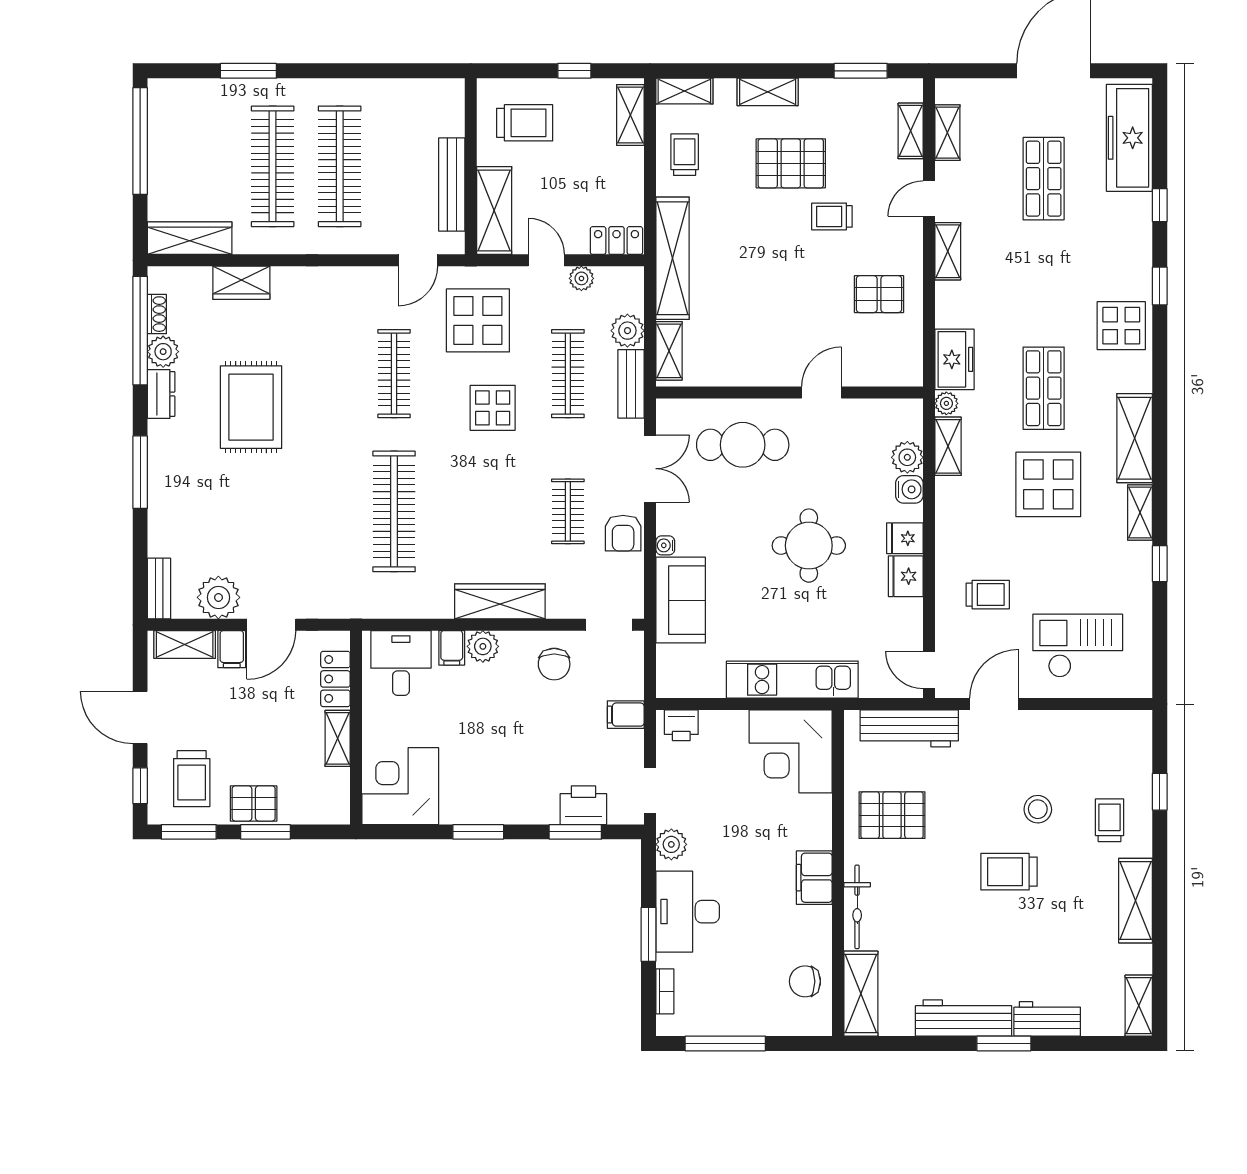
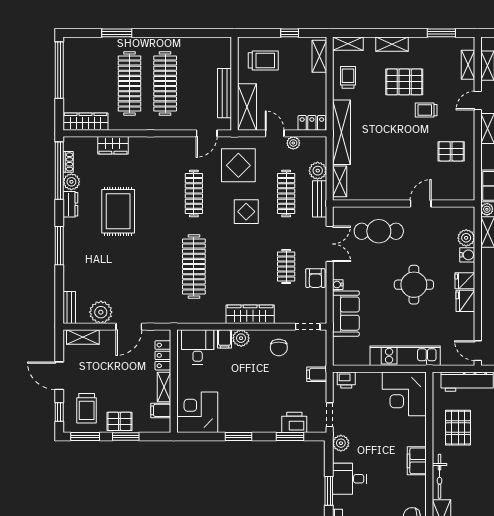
filing cabinet: (232, 649) -> (161, 410), moved, turned 90
pallet: (892, 815) -> (458, 428), turned 90
desk: (688, 912) -> (350, 479), width x0.73

